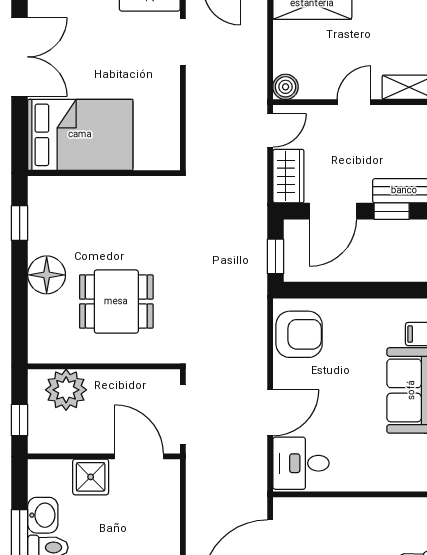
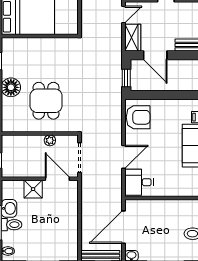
door: (333, 211) -> (155, 55), hinge flipped
window: (392, 211) -> (185, 55), removed
dining table: (116, 302) -> (46, 101), turned 90
plant: (66, 390) -> (50, 140), moved, width x0.53, depth x0.53

